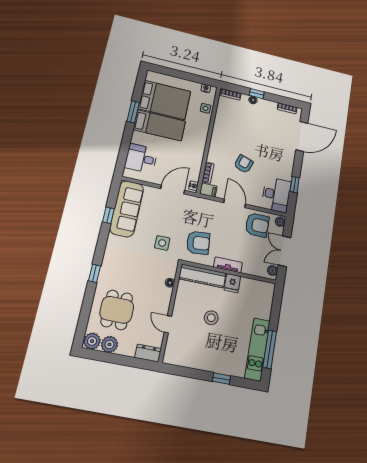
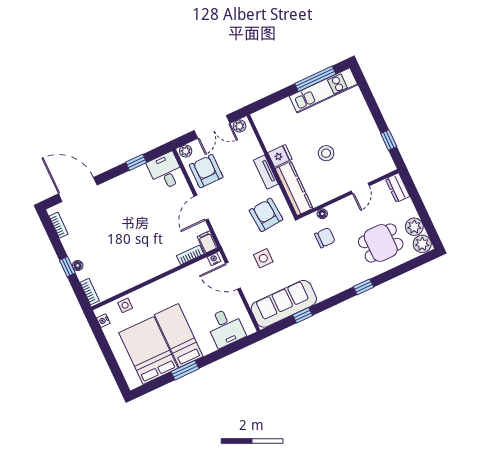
armchair: (244, 164) -> (154, 227), removed
desk: (276, 195) -> (166, 171), width x0.73
side table: (162, 243) -> (263, 258), moved
chair: (151, 272) -> (325, 238), added
window: (222, 379) -> (389, 140), moved

